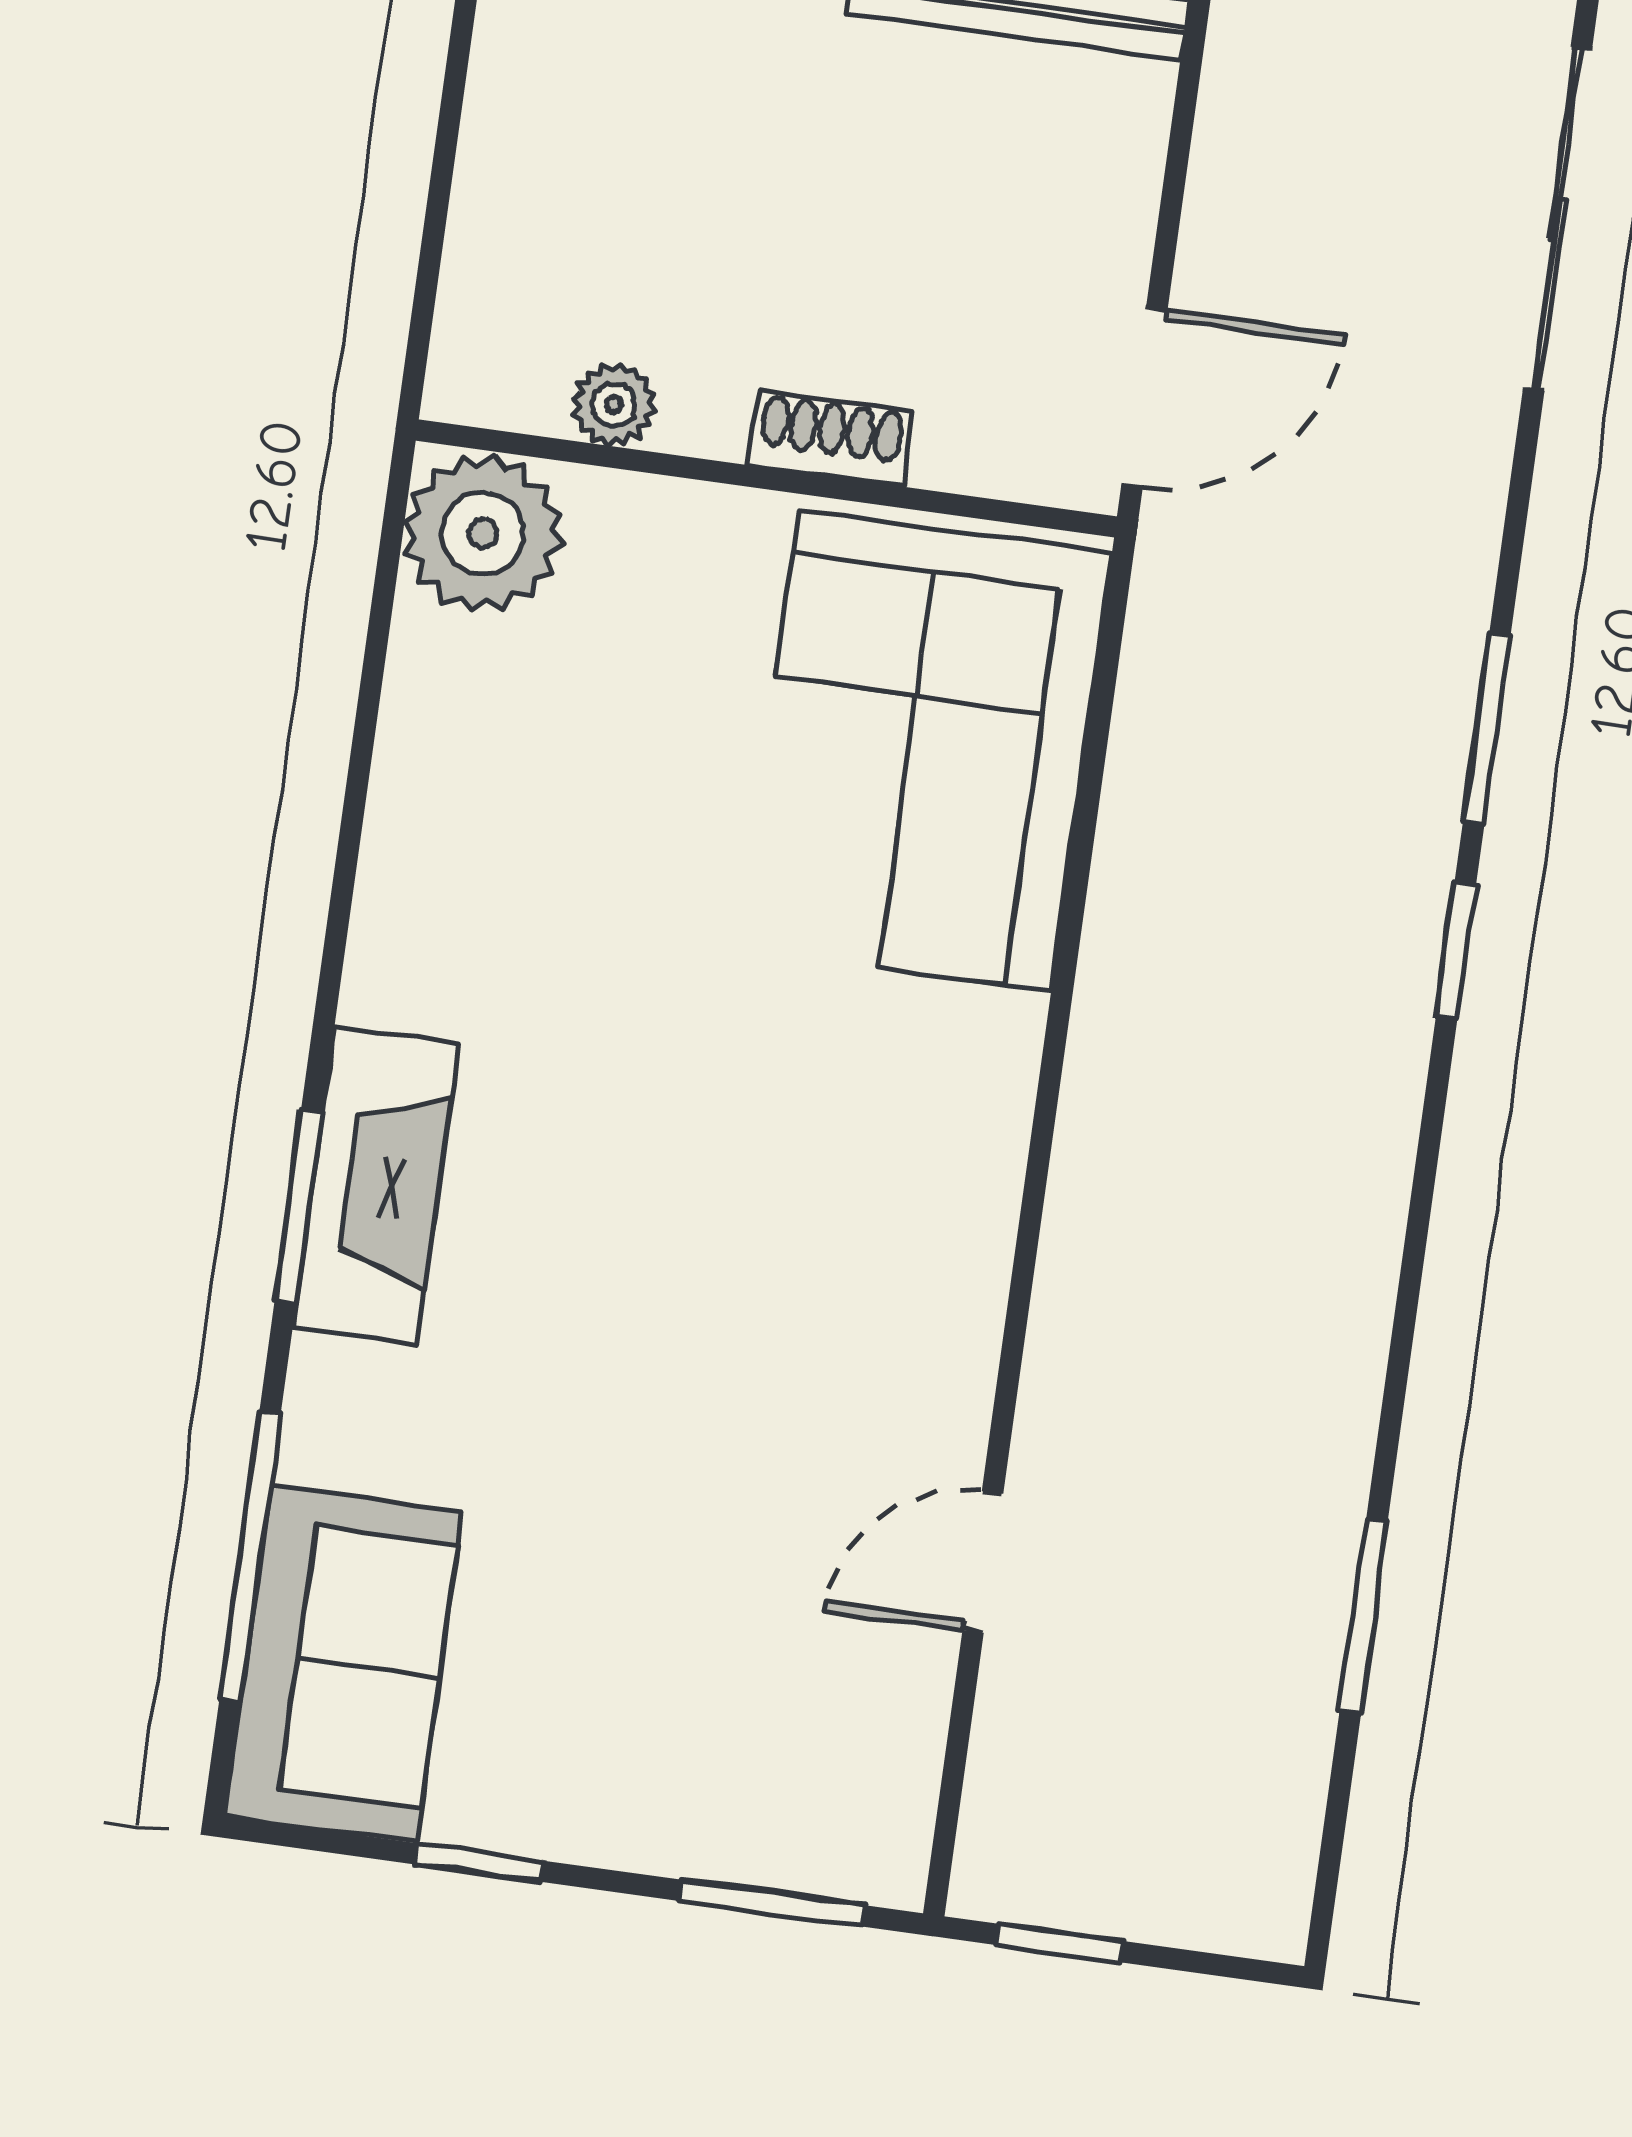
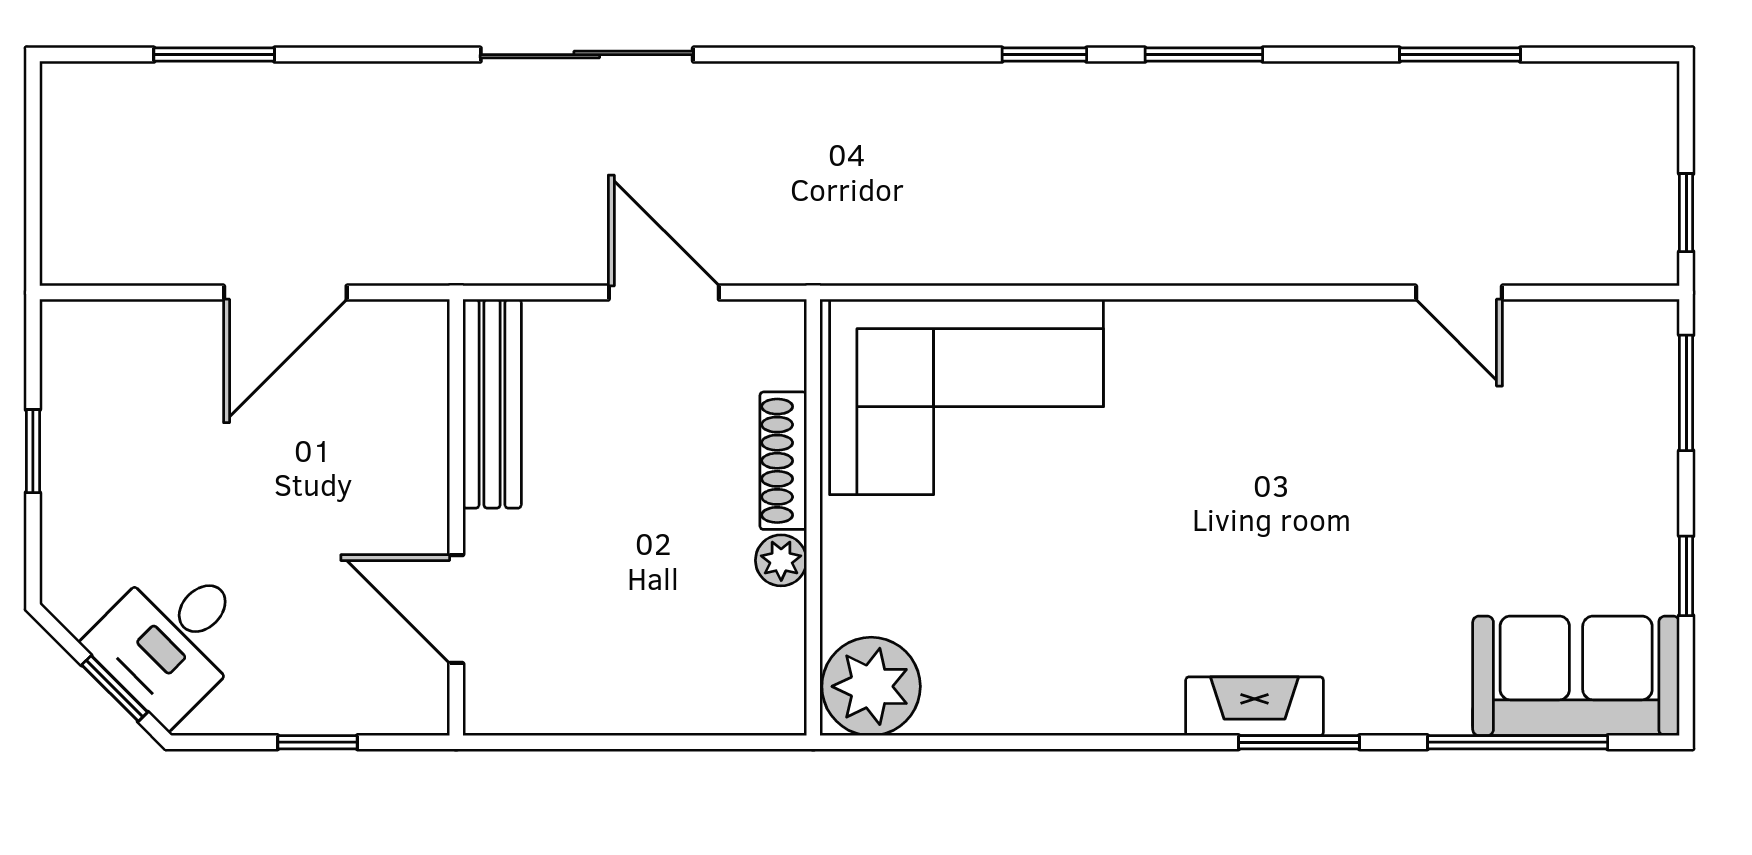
door: (1144, 398) -> (664, 293), moved
plant: (614, 405) -> (781, 560), moved
shoe rack: (831, 438) -> (783, 461), width x1.43
window: (1487, 729) -> (1204, 55), moved
fireplace: (376, 1186) -> (1255, 706), width x0.73, depth x0.76

